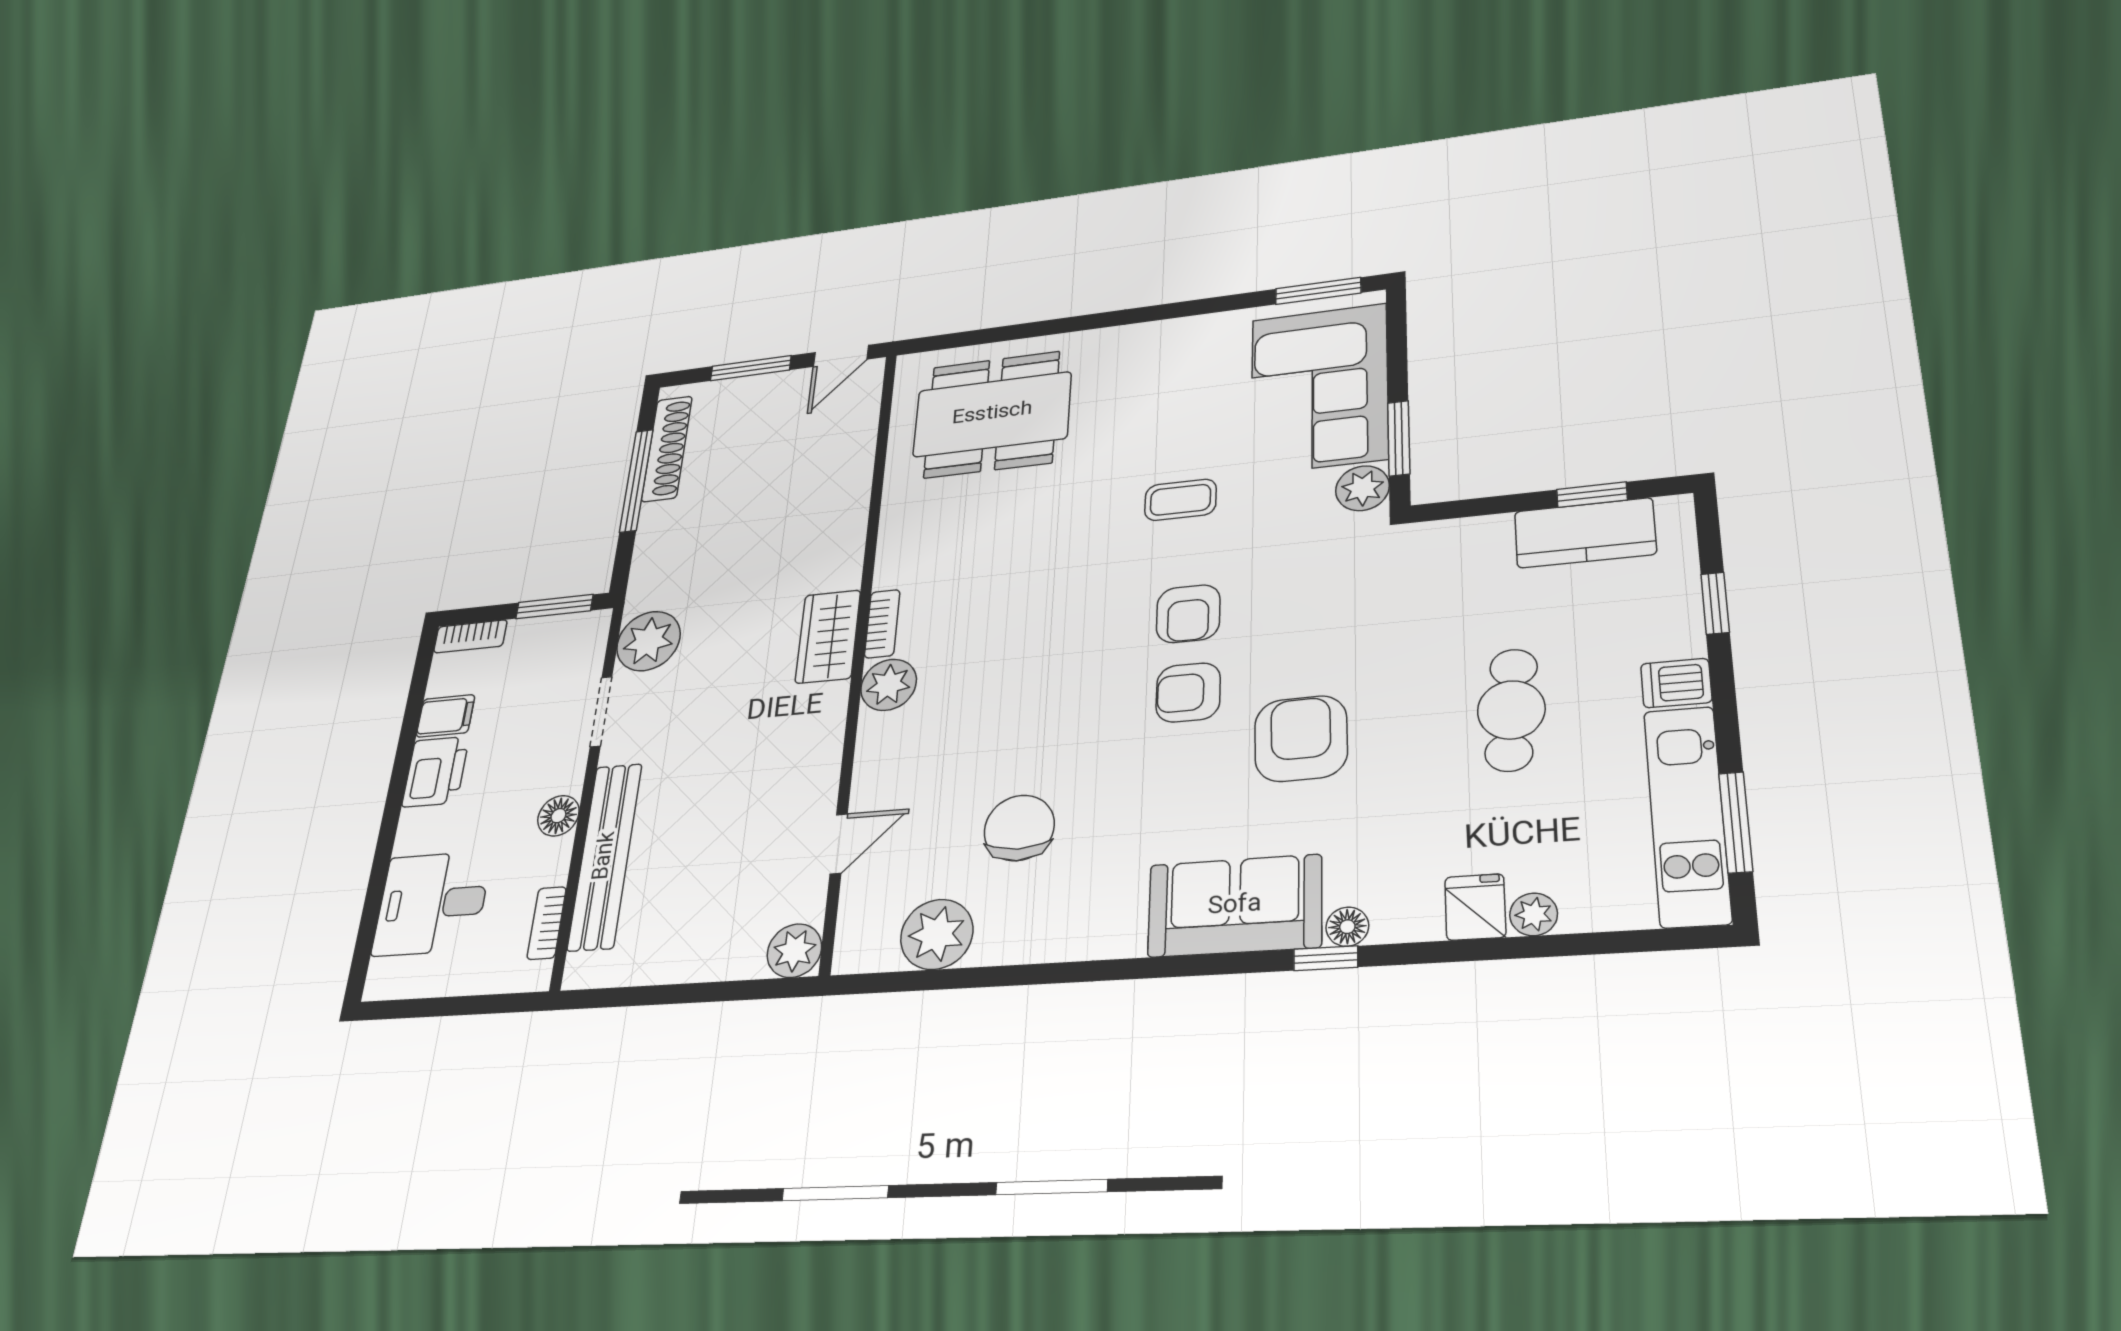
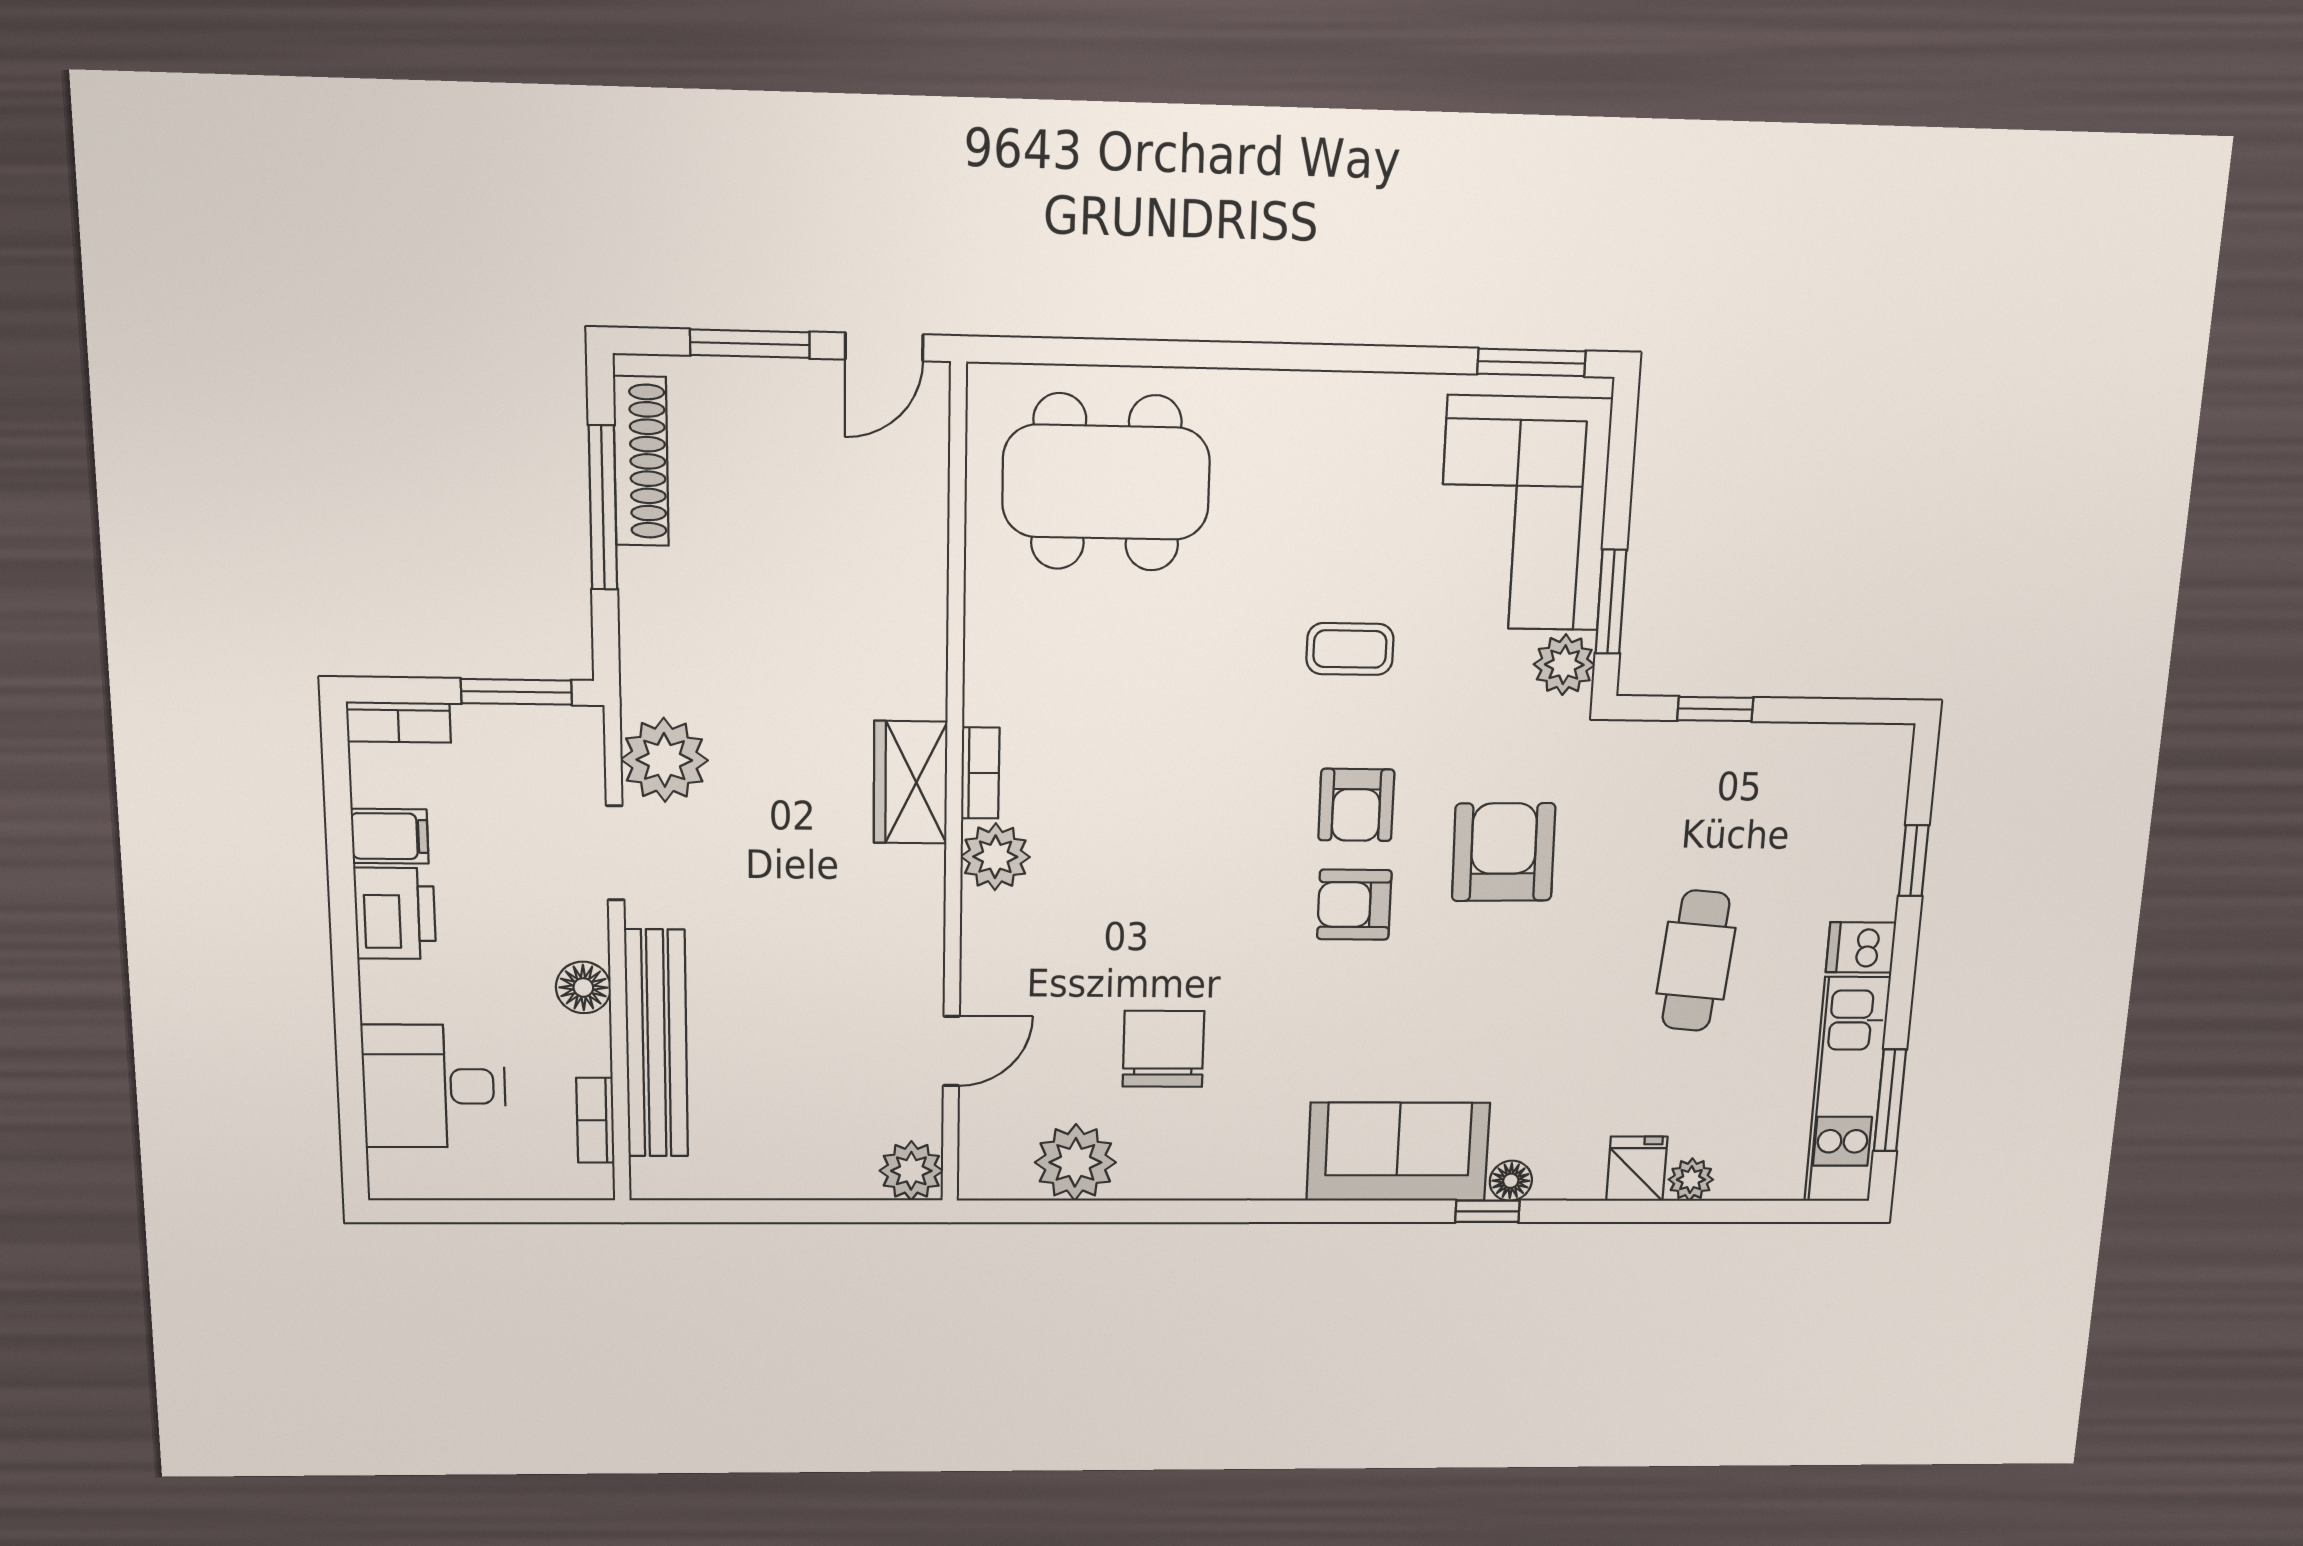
window: (1592, 495) -> (1715, 709), moved
kitchen counter: (1585, 533) -> (1798, 758), removed
armchair: (1301, 739) -> (1504, 852), moved

